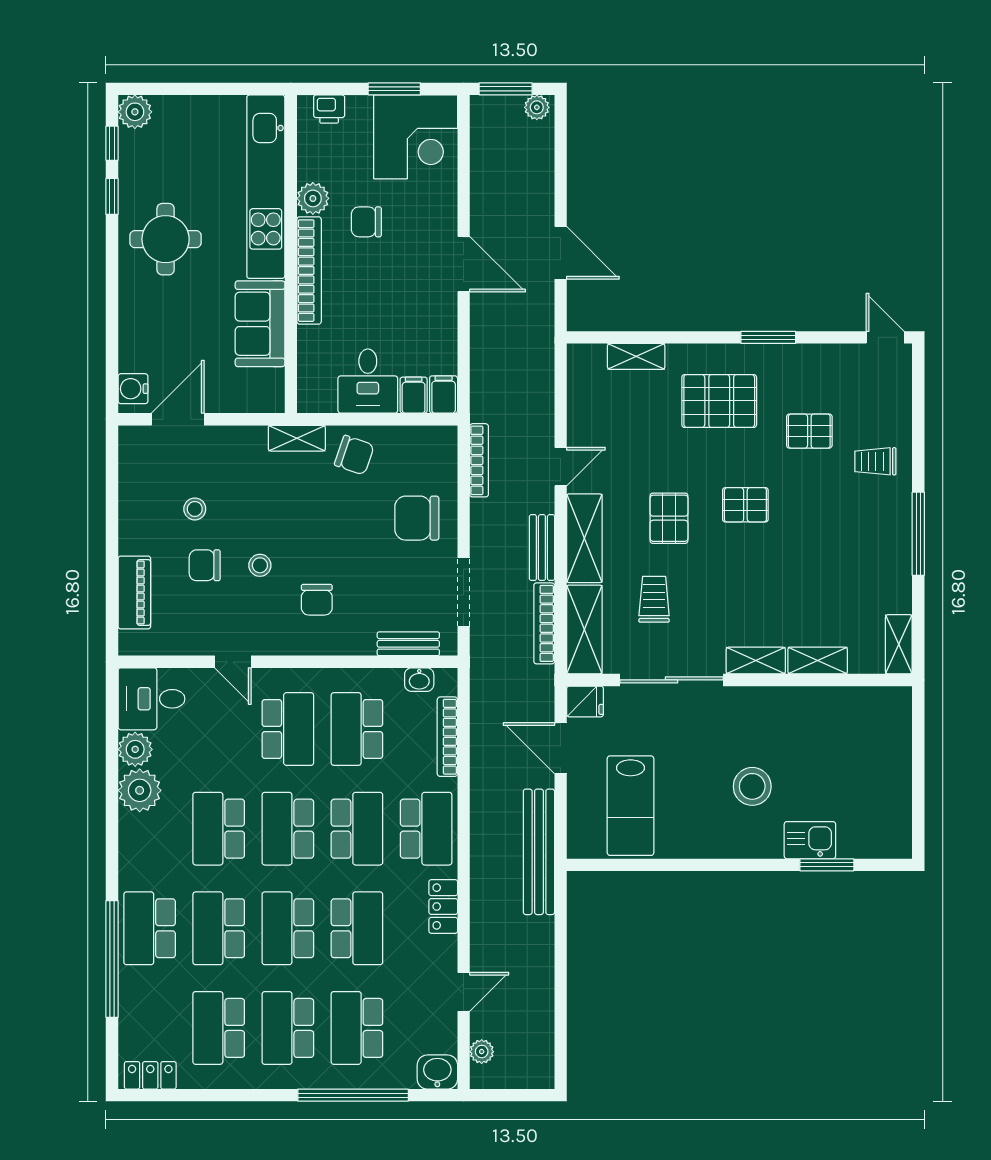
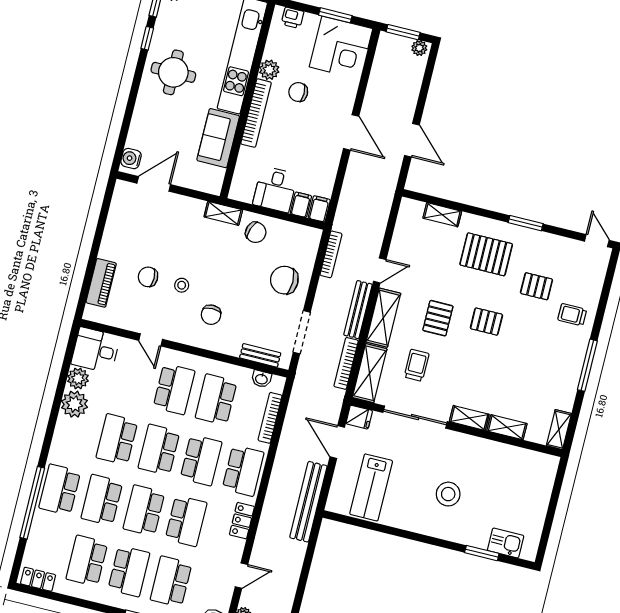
stool: (195, 509) -> (150, 241), removed
bench: (542, 548) -> (358, 310), width x1.36
kitchen sink: (810, 840) -> (506, 543), moved
school desk: (288, 1028) -> (129, 571), turned 180

